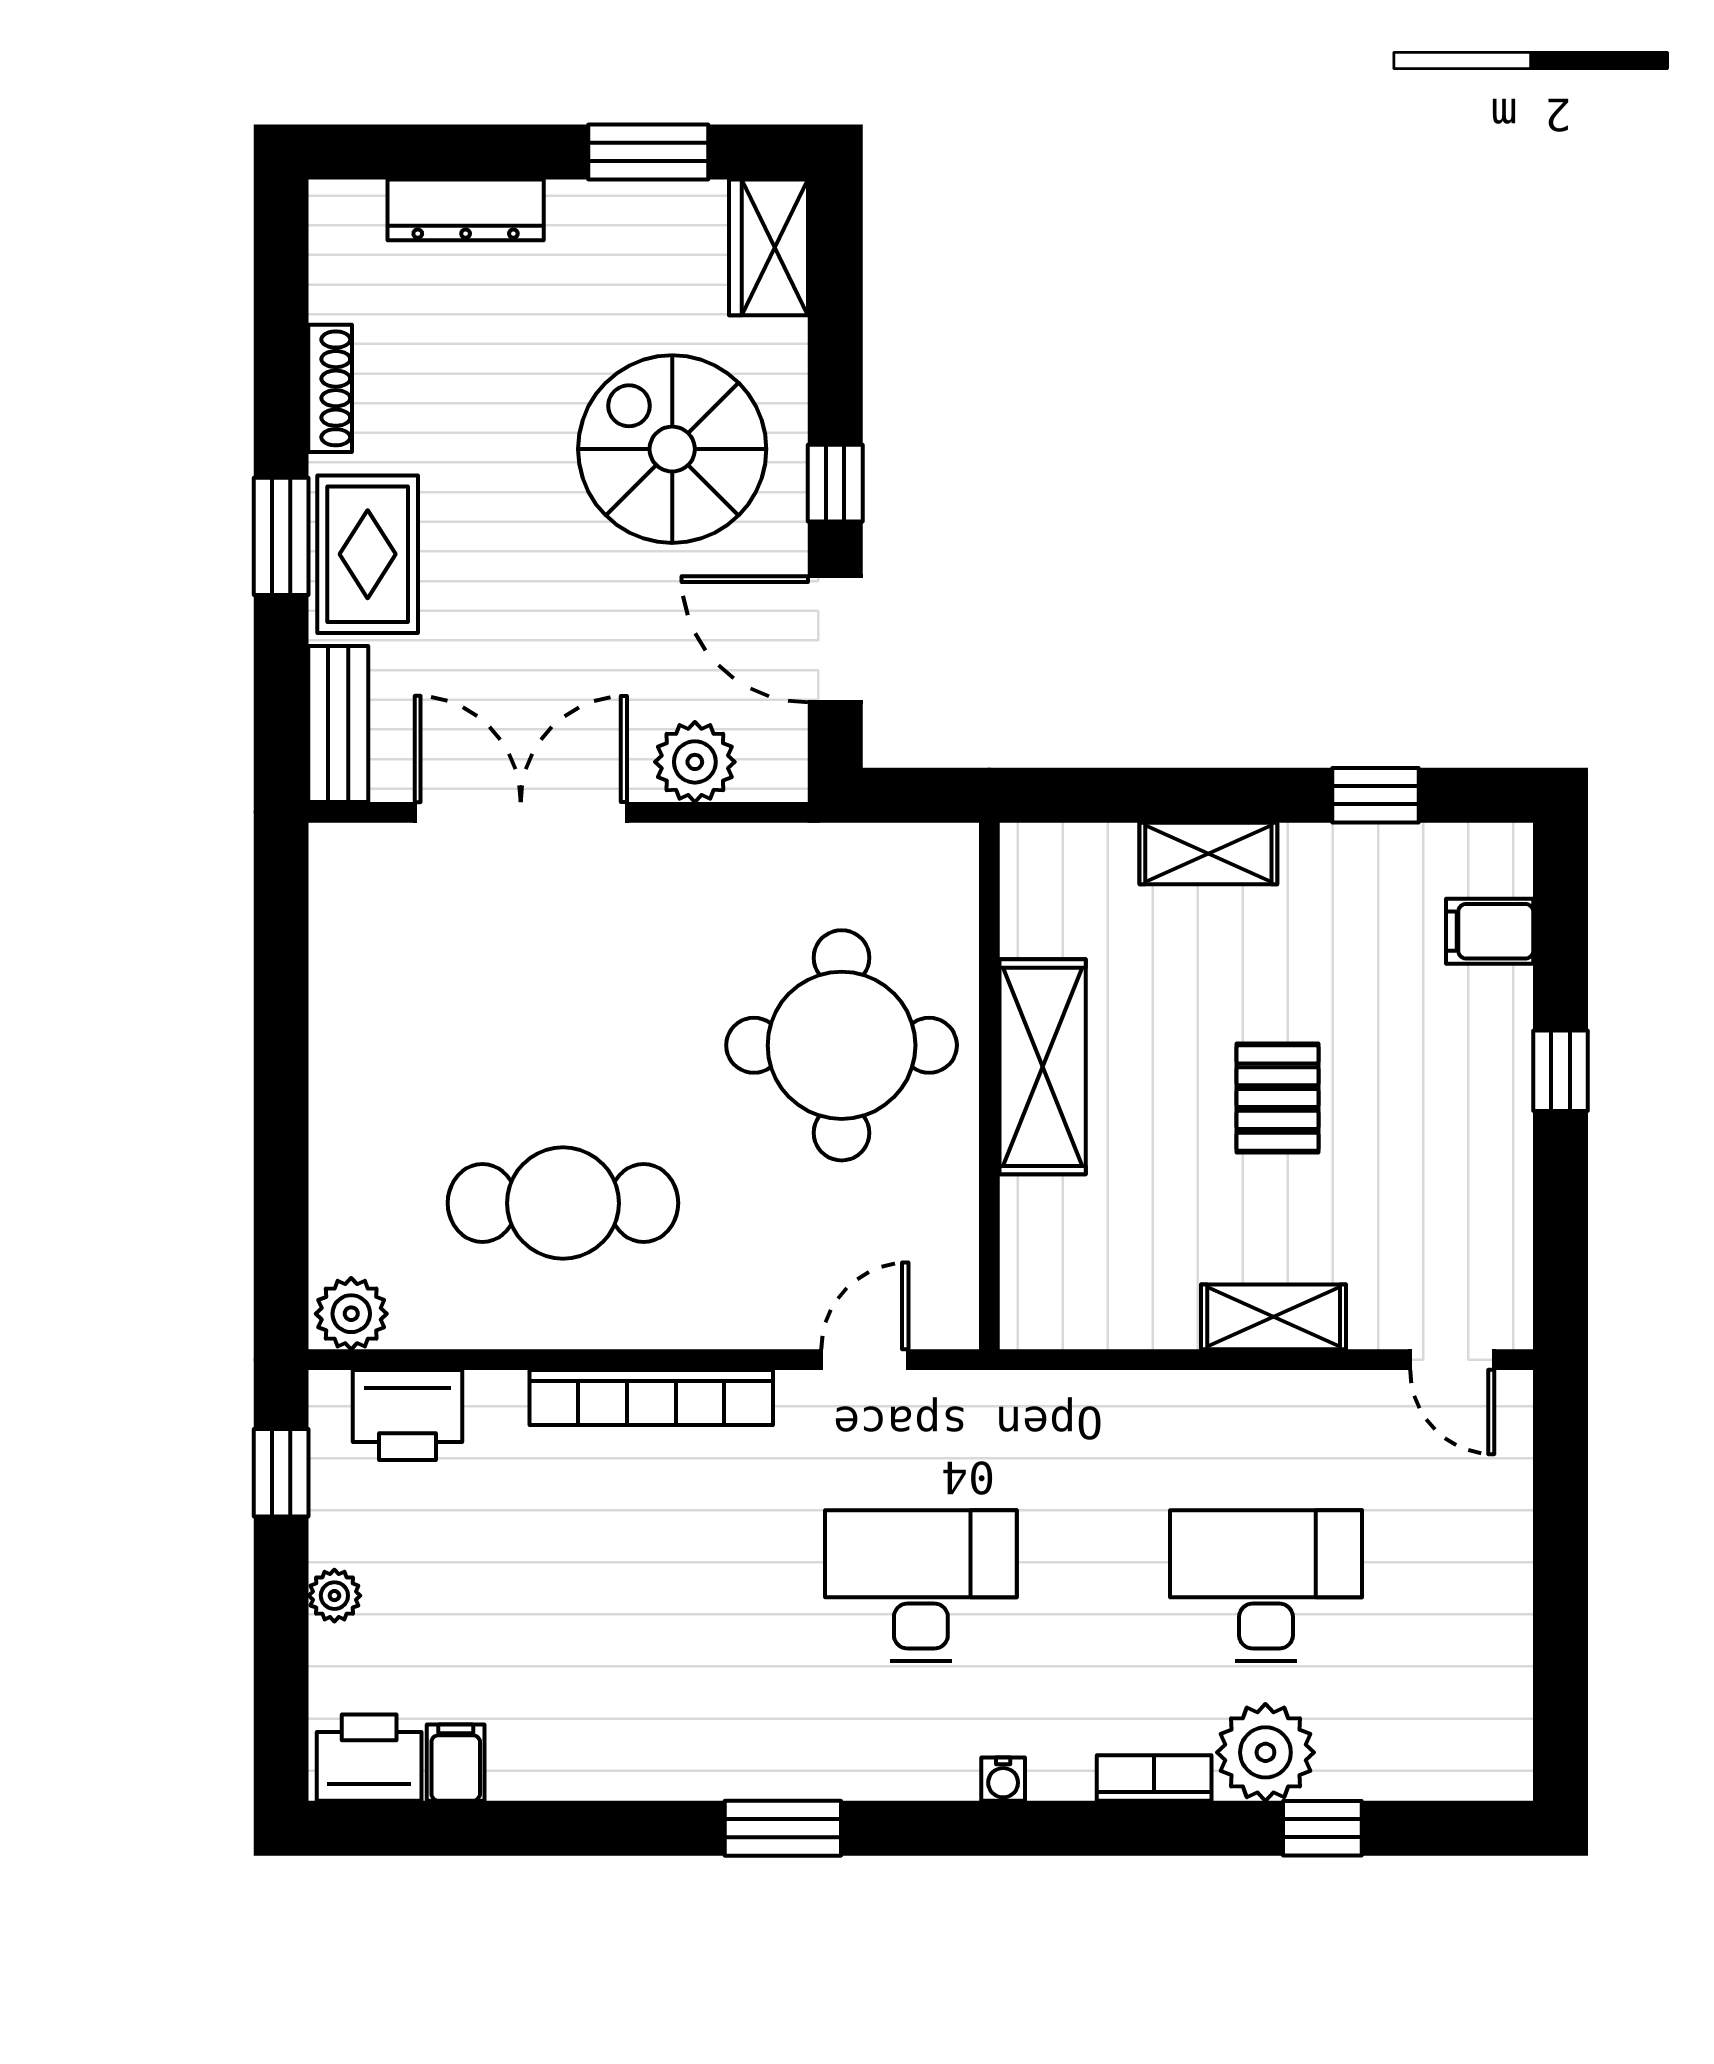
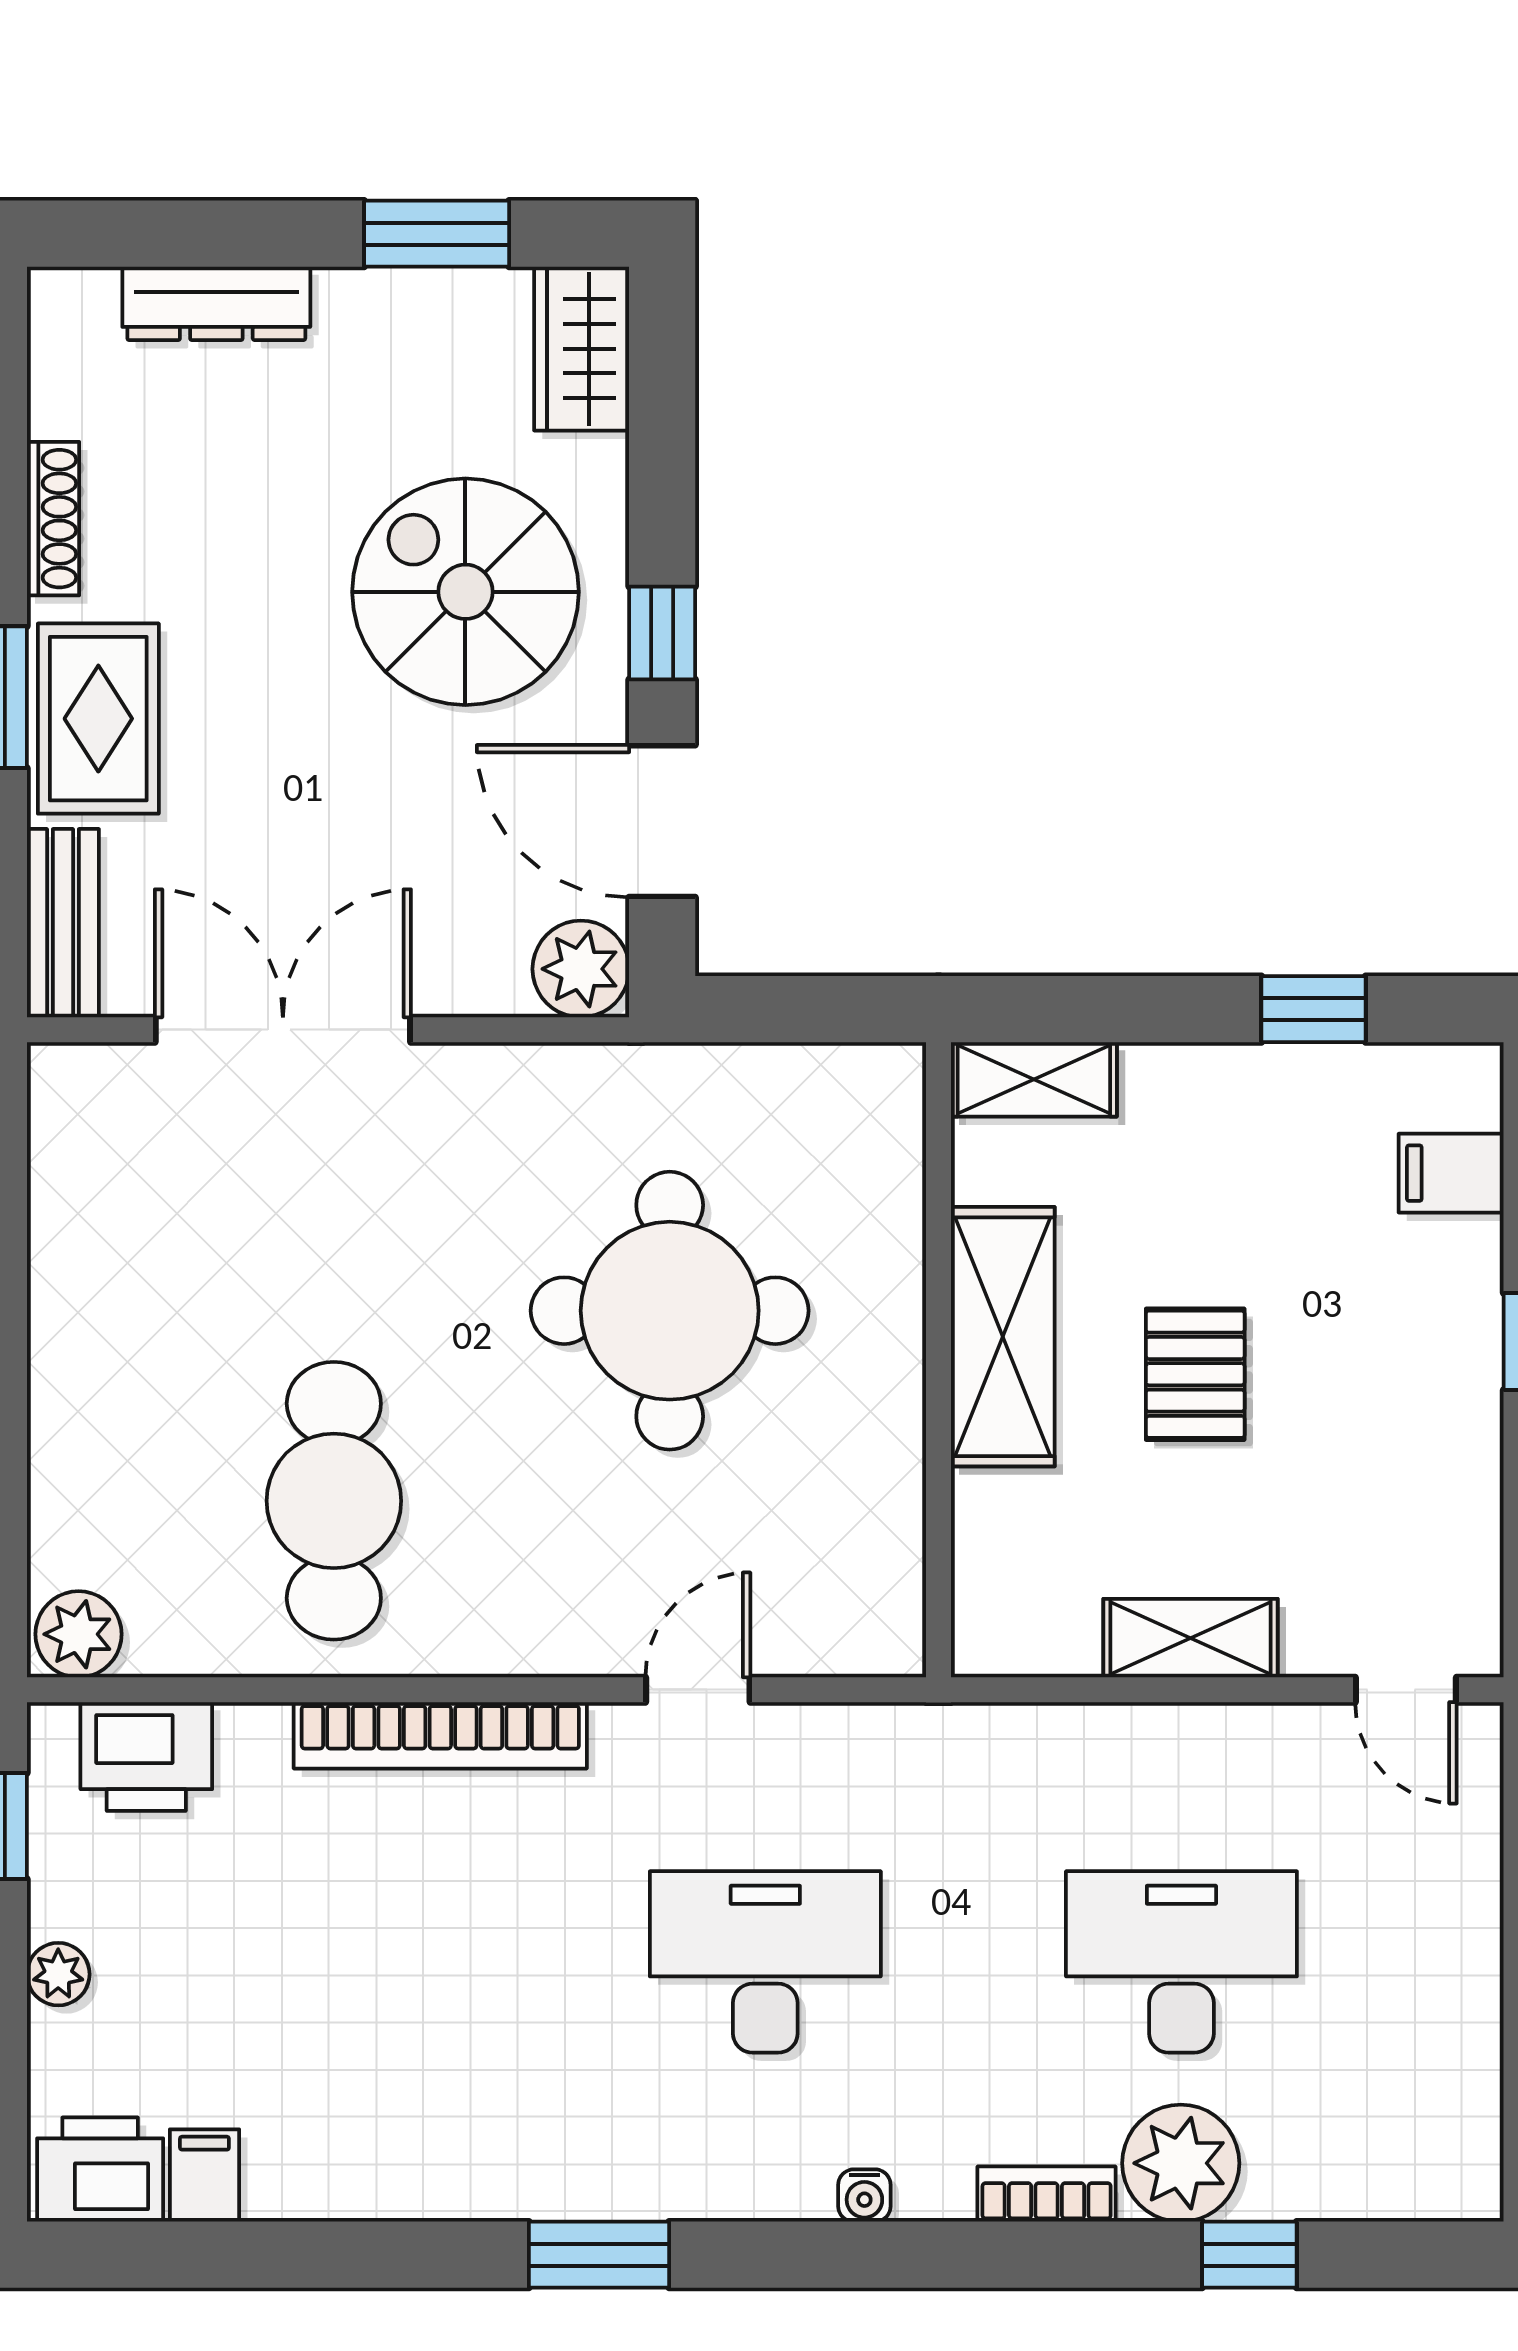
plant: (695, 762) -> (581, 969), moved
shelving: (1208, 853) -> (1034, 1079), moved
shelving: (1043, 1067) -> (1003, 1337), moved
wall: (989, 1086) -> (939, 1360), moved
cafe table: (563, 1203) -> (334, 1501), turned 90

